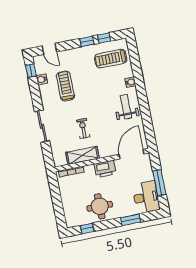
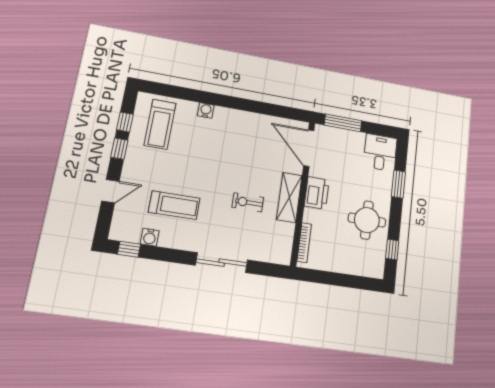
door: (49, 49) -> (110, 191), moved
treadmill: (65, 86) -> (174, 205), turned 180
weight bench: (126, 107) -> (239, 130), removed
shelving: (82, 155) -> (289, 197), moved
window: (159, 183) -> (343, 123), moved
desk: (146, 197) -> (380, 152), width x0.73

